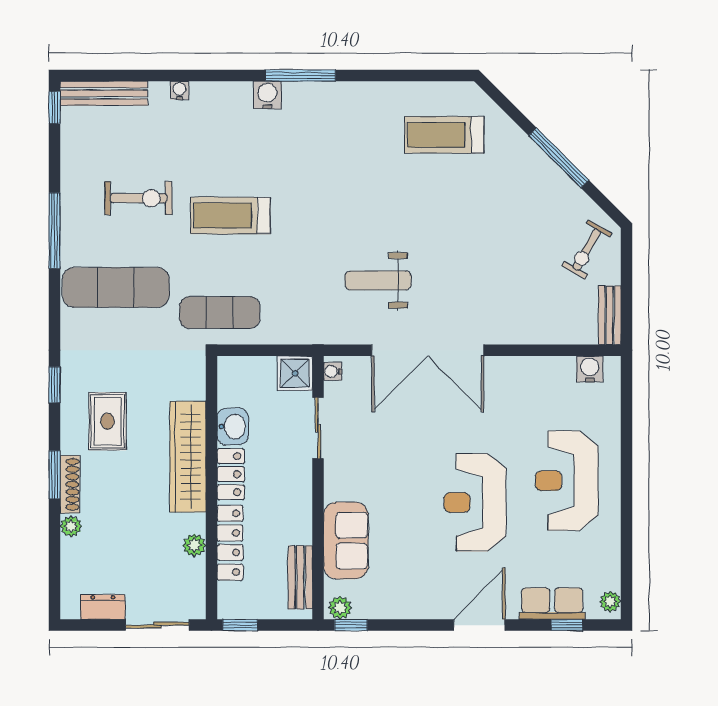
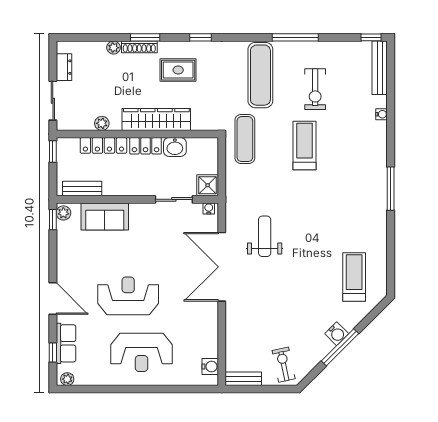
water cooler: (268, 95) -> (337, 334), moved, turned 45
exercise bike: (587, 250) -> (284, 365), turned 48
reception desk: (567, 481) -> (141, 352), turned 180

